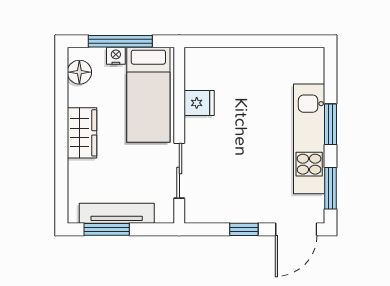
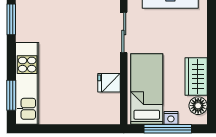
window: (330, 124) -> (11, 95), moved
wardrobe: (82, 133) -> (196, 76), moved
kitchen unit: (309, 139) -> (27, 83), moved

